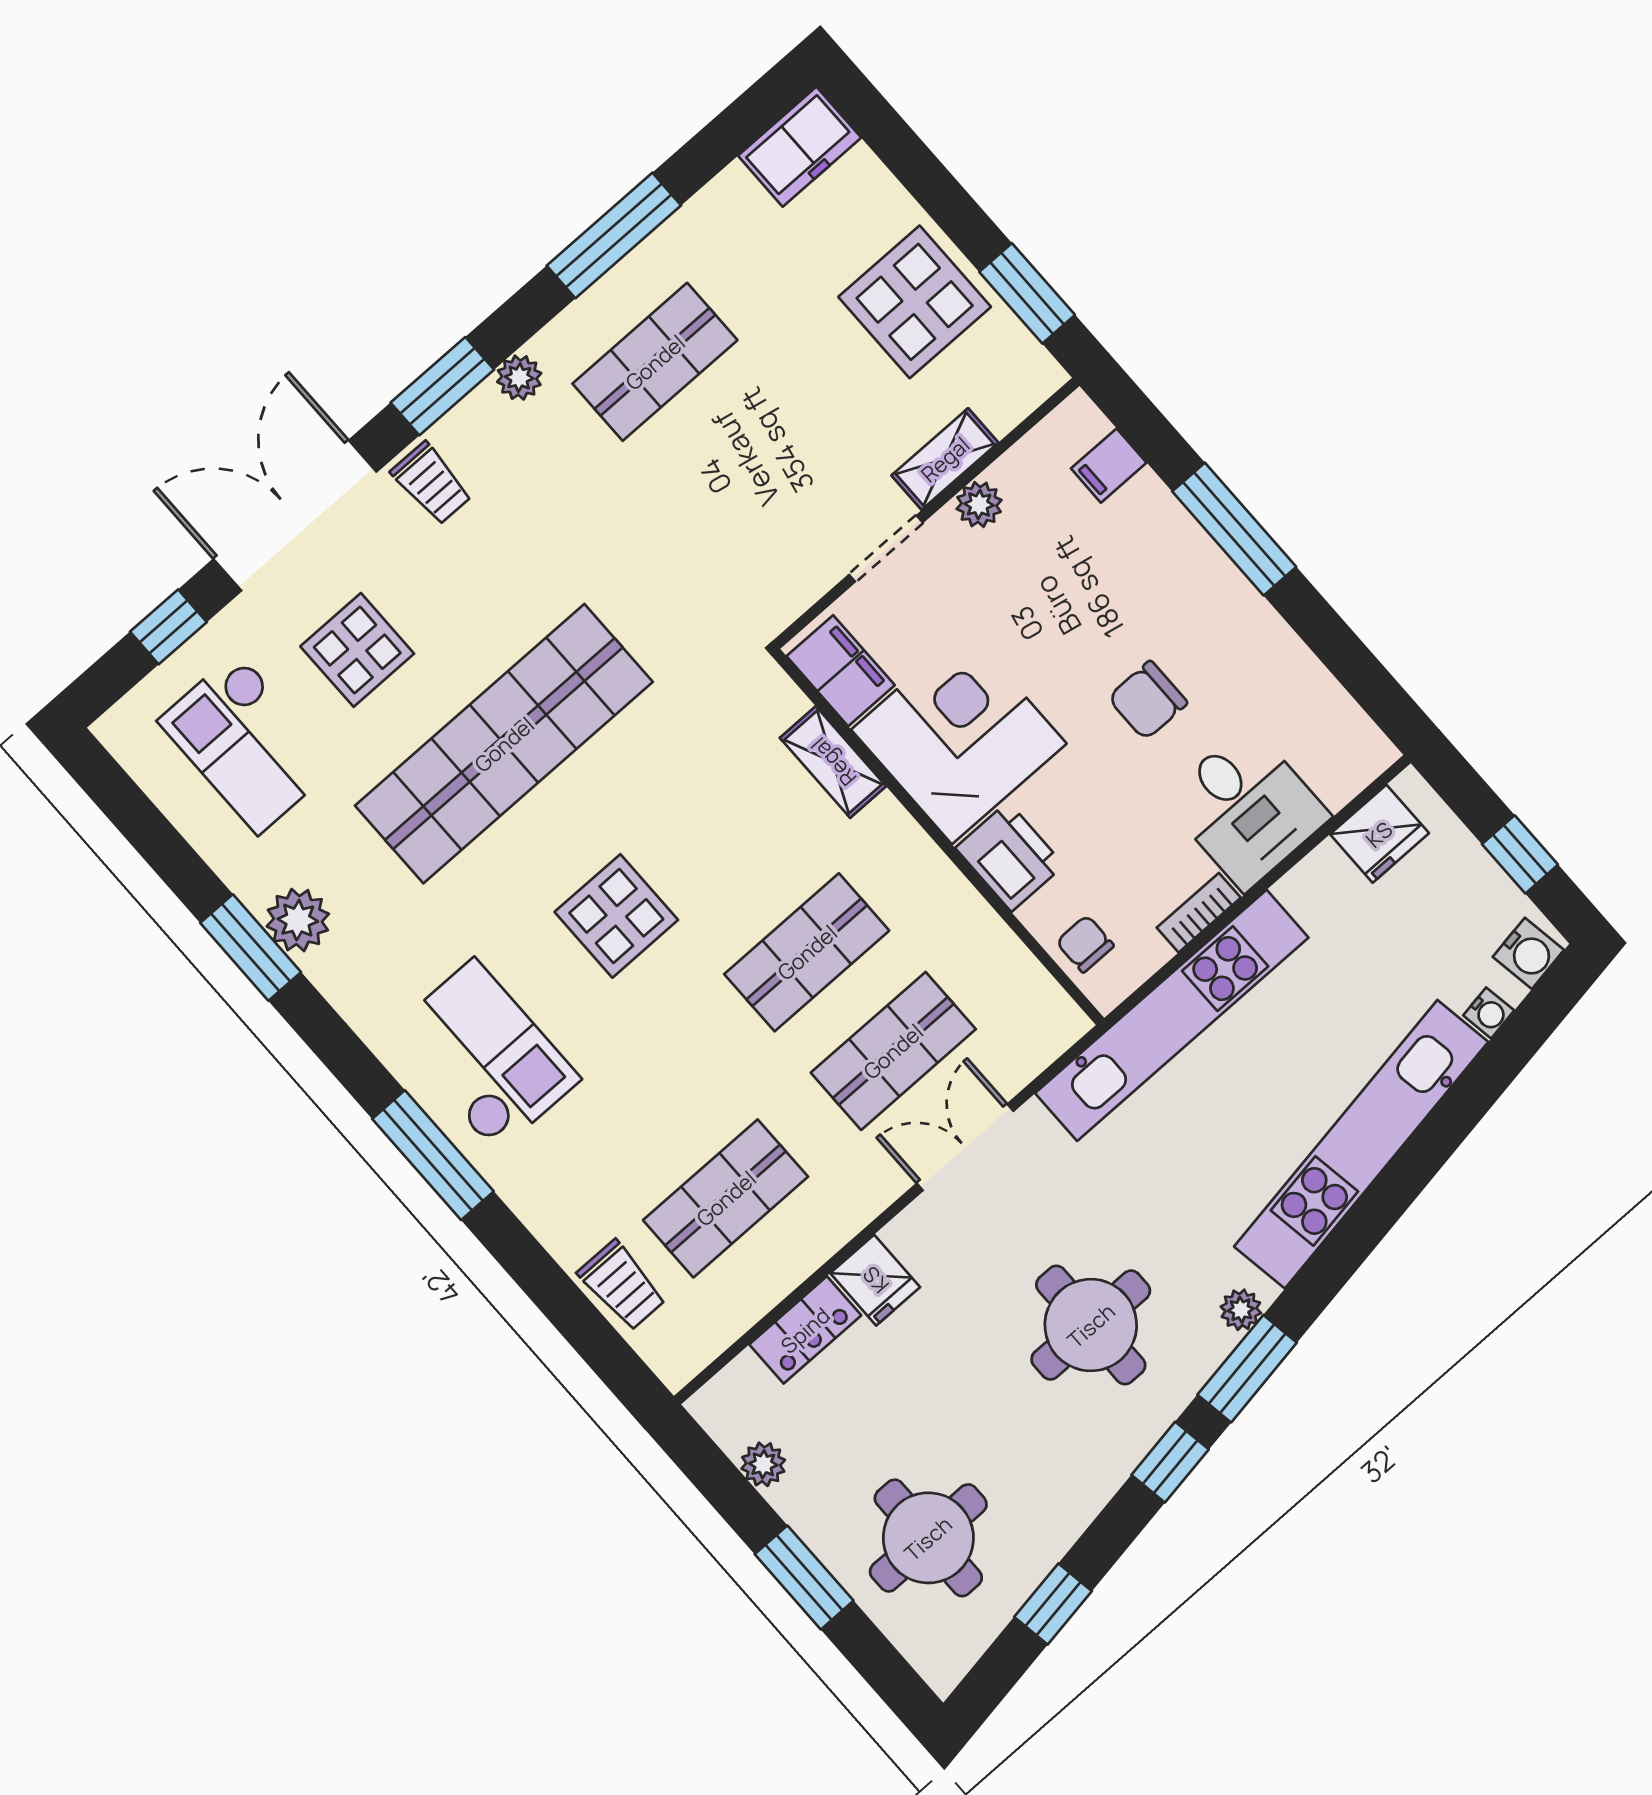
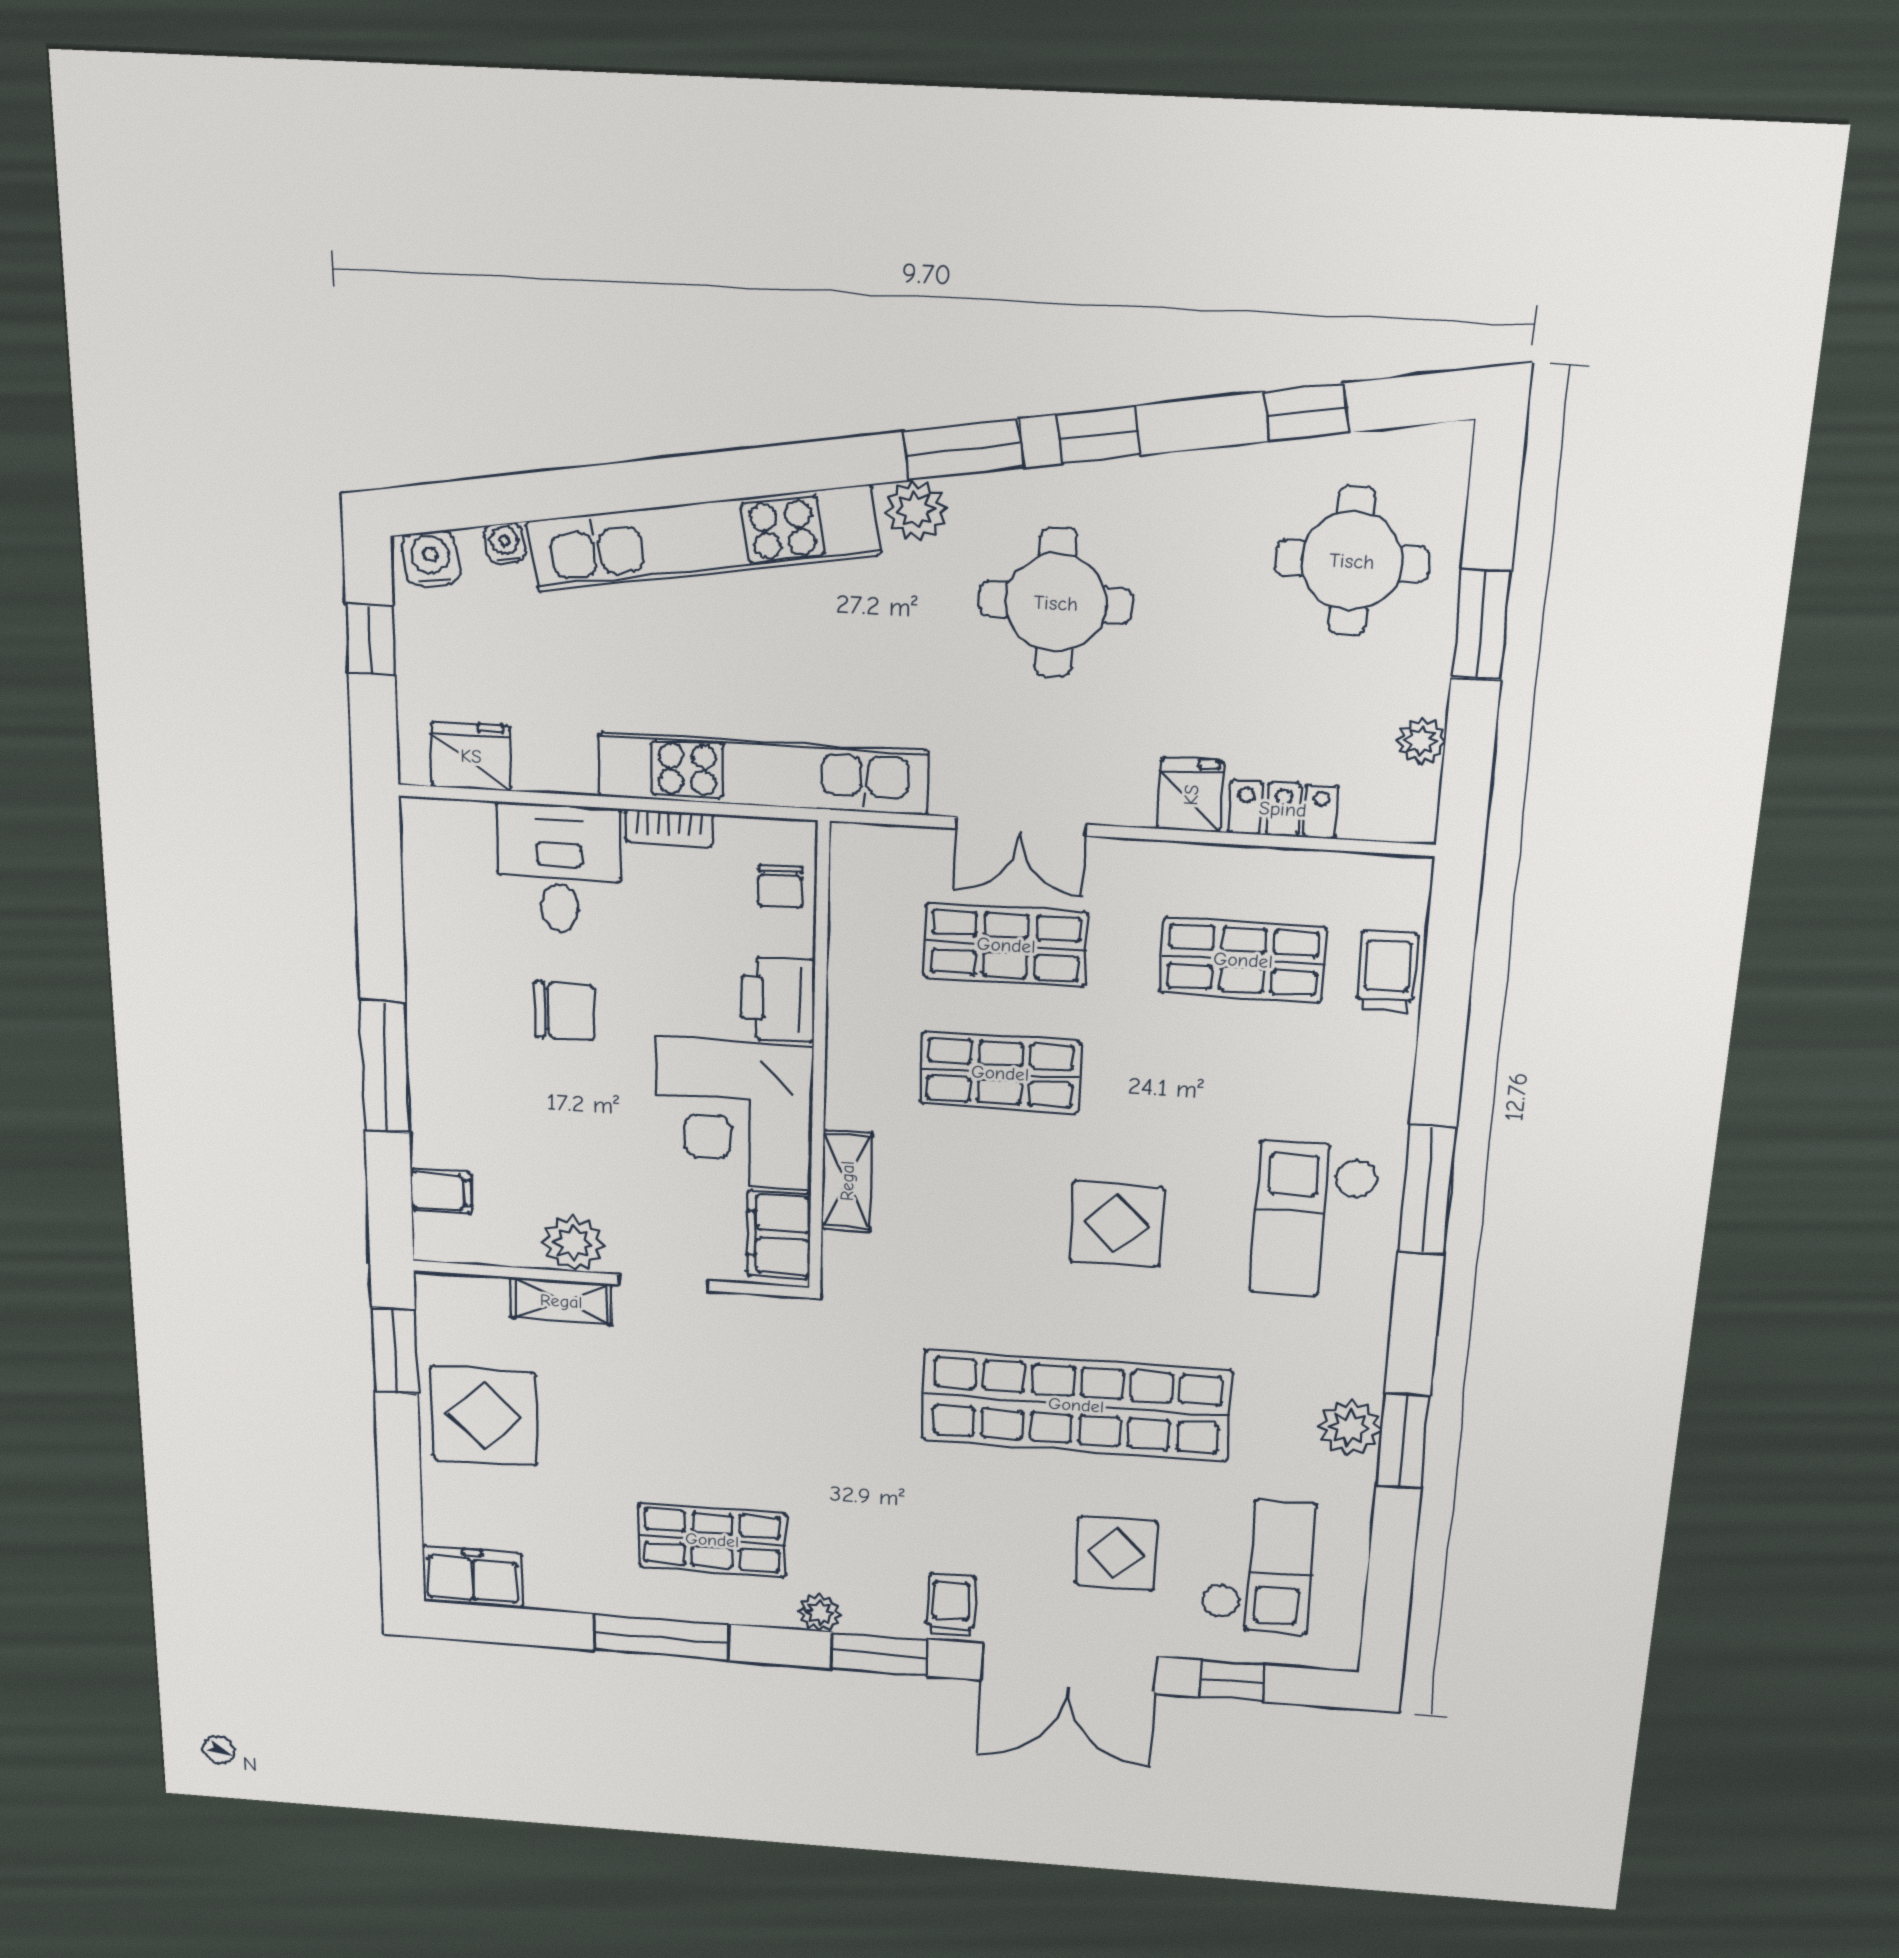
plant: (979, 504) -> (573, 1243), width x1.38, depth x1.38
plant: (1241, 1310) -> (916, 510), width x1.38, depth x1.38

